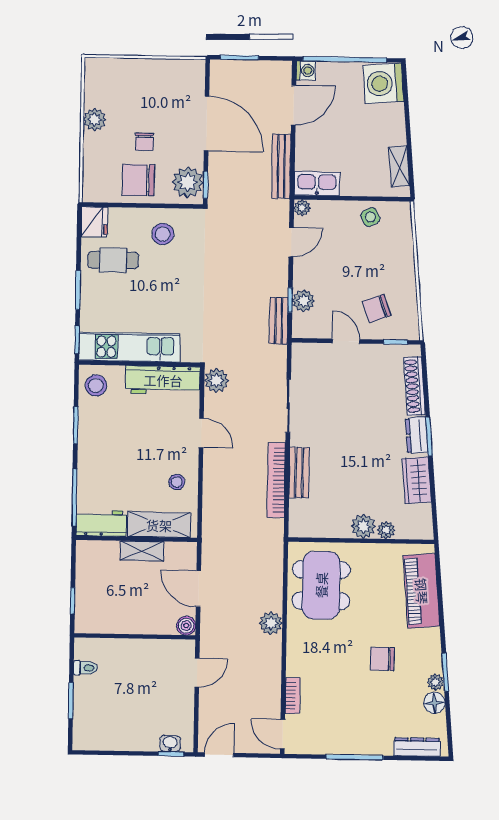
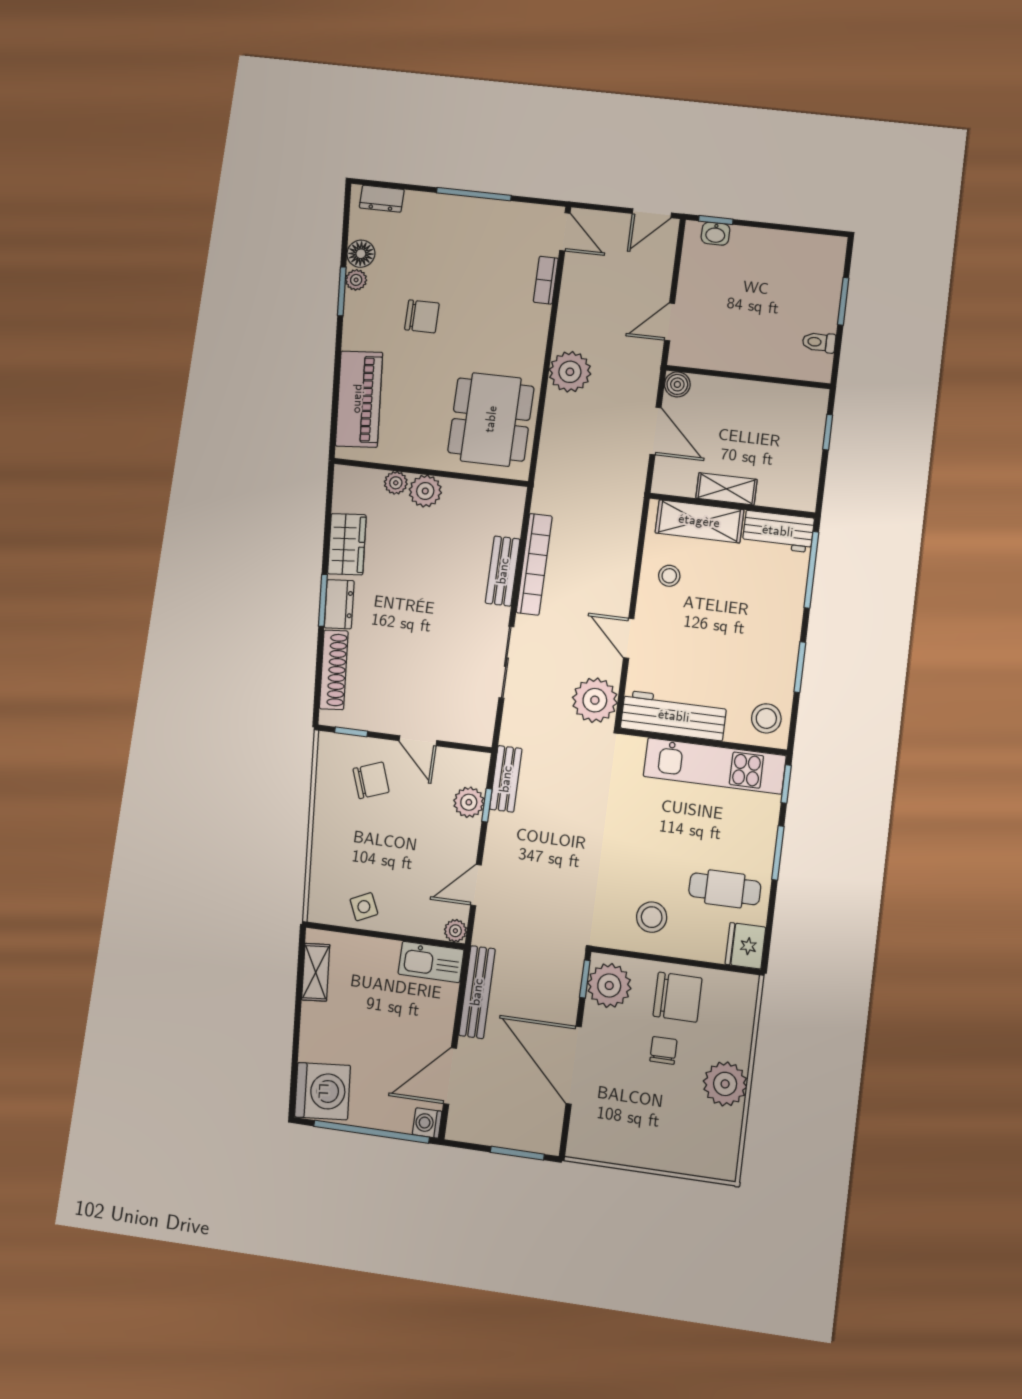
plant: (95, 120) -> (725, 1084), width x1.36, depth x1.36
plant: (216, 380) -> (595, 700), width x1.36, depth x1.36
plant: (271, 623) -> (570, 372), width x1.36, depth x1.36
dresser: (417, 747) -> (382, 199), width x0.70

